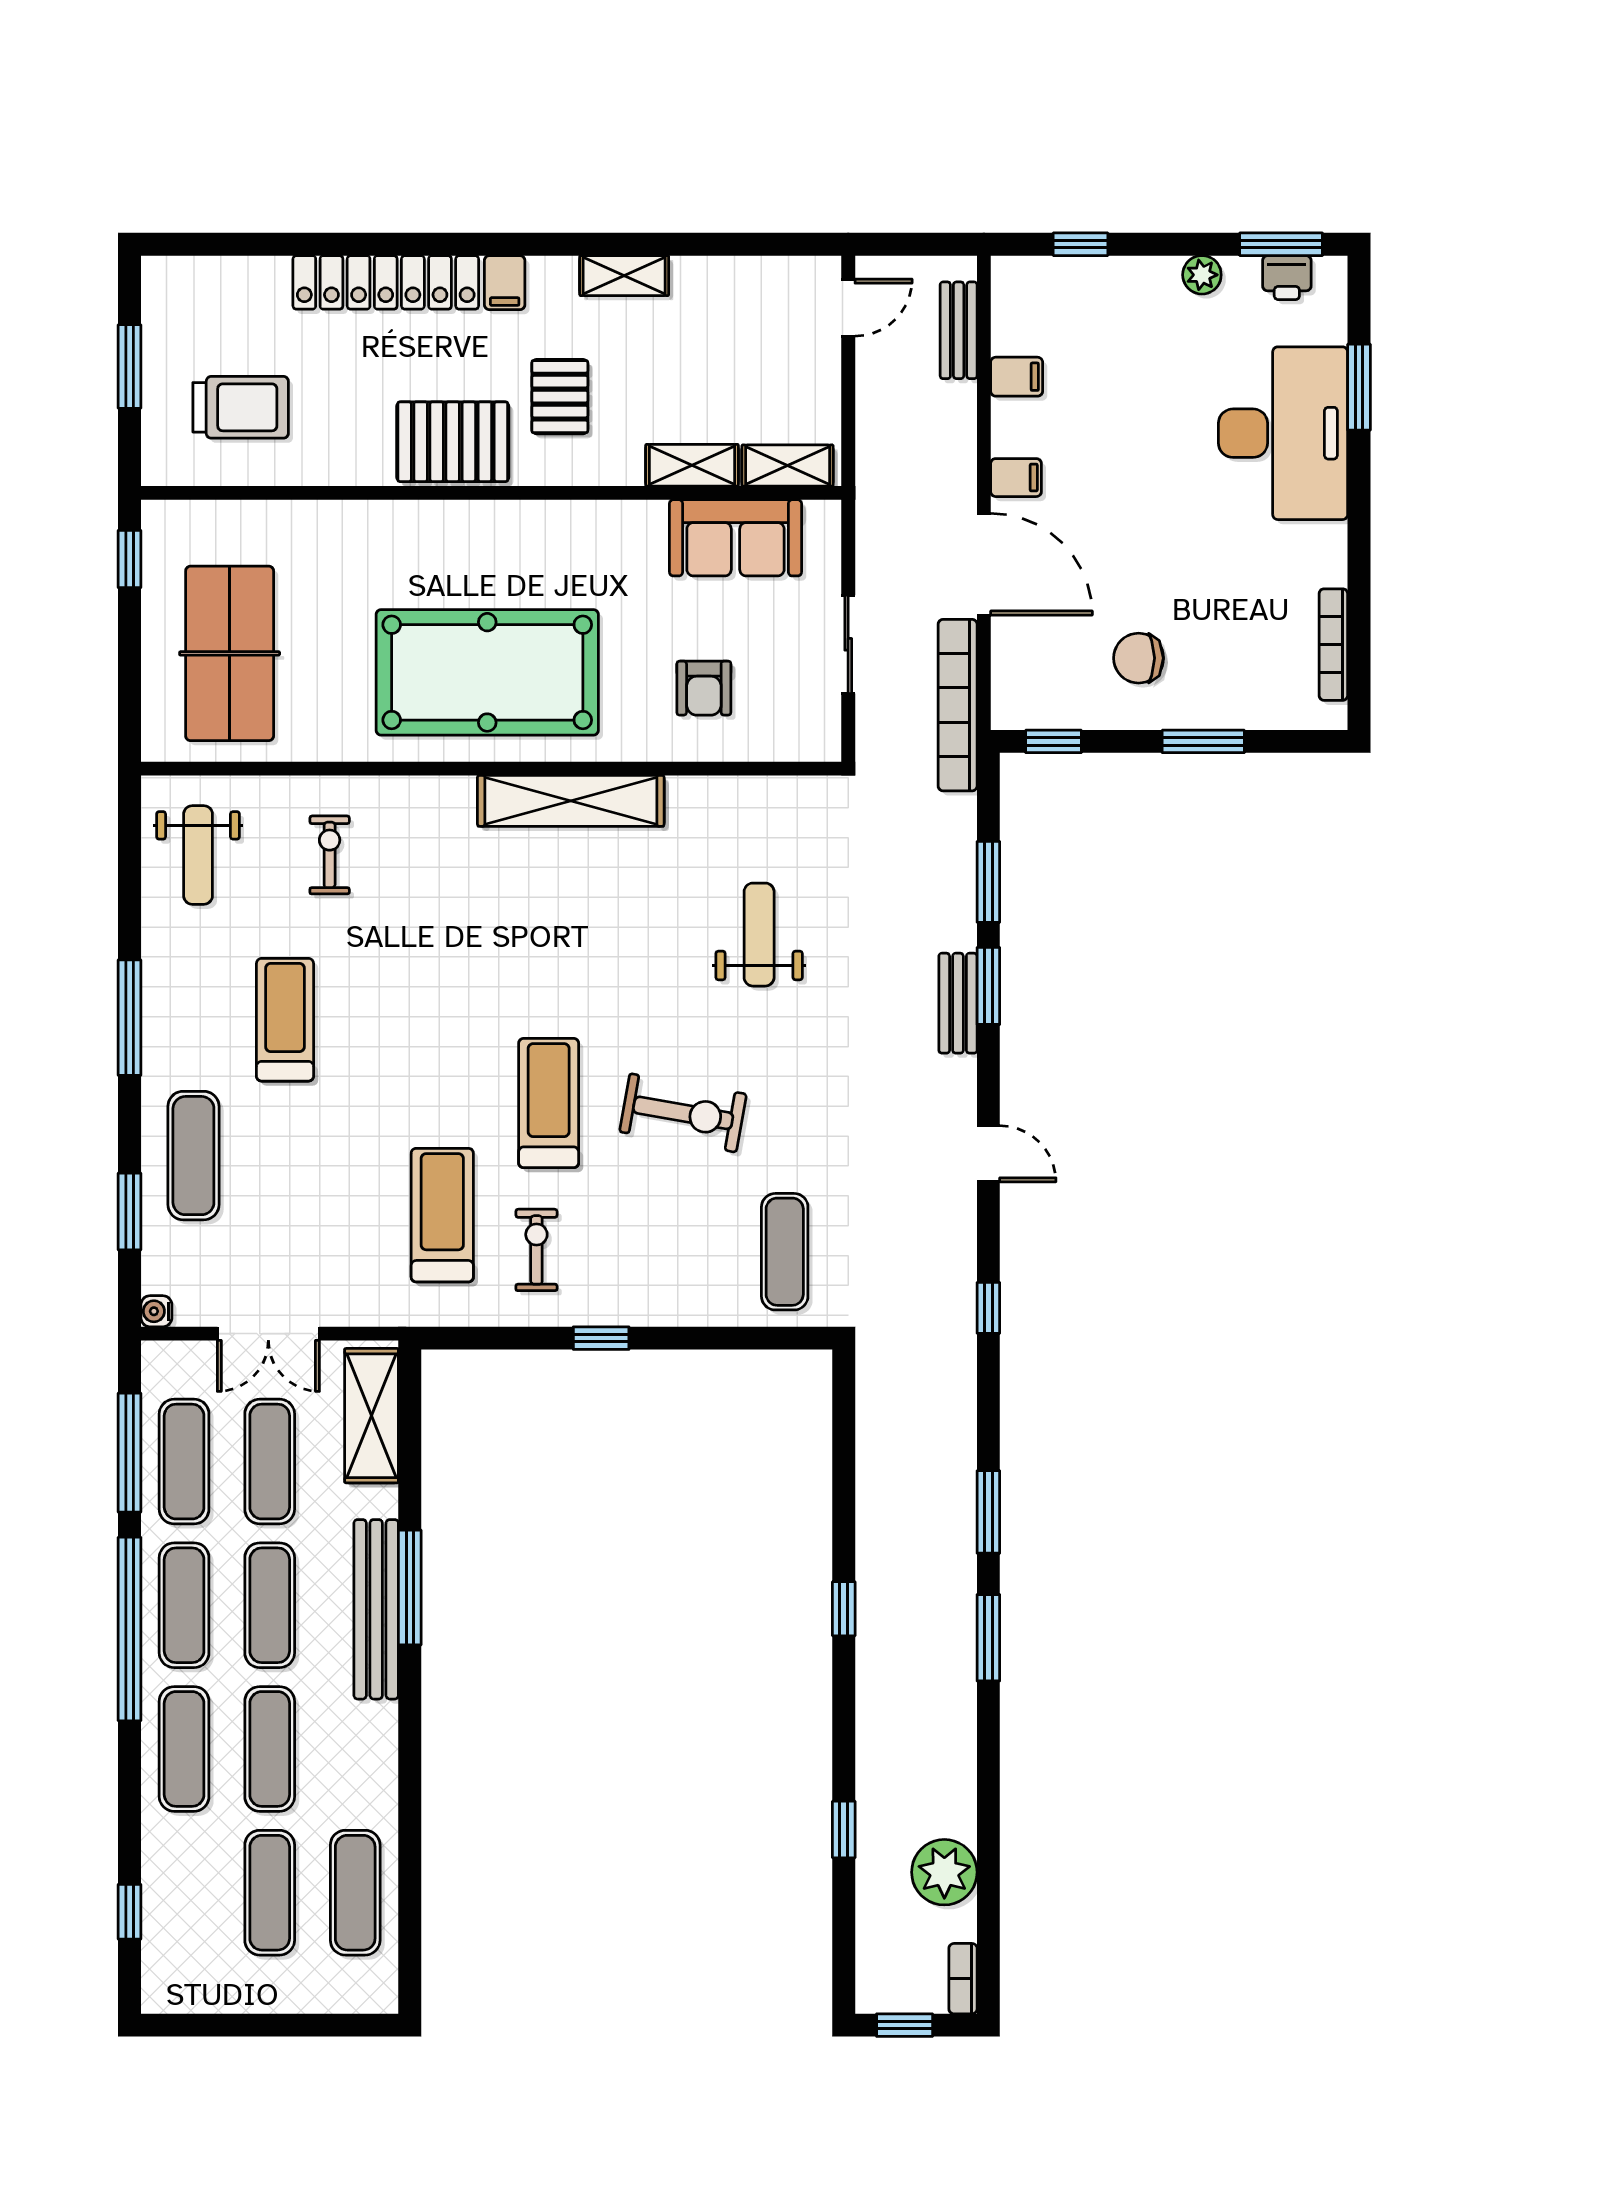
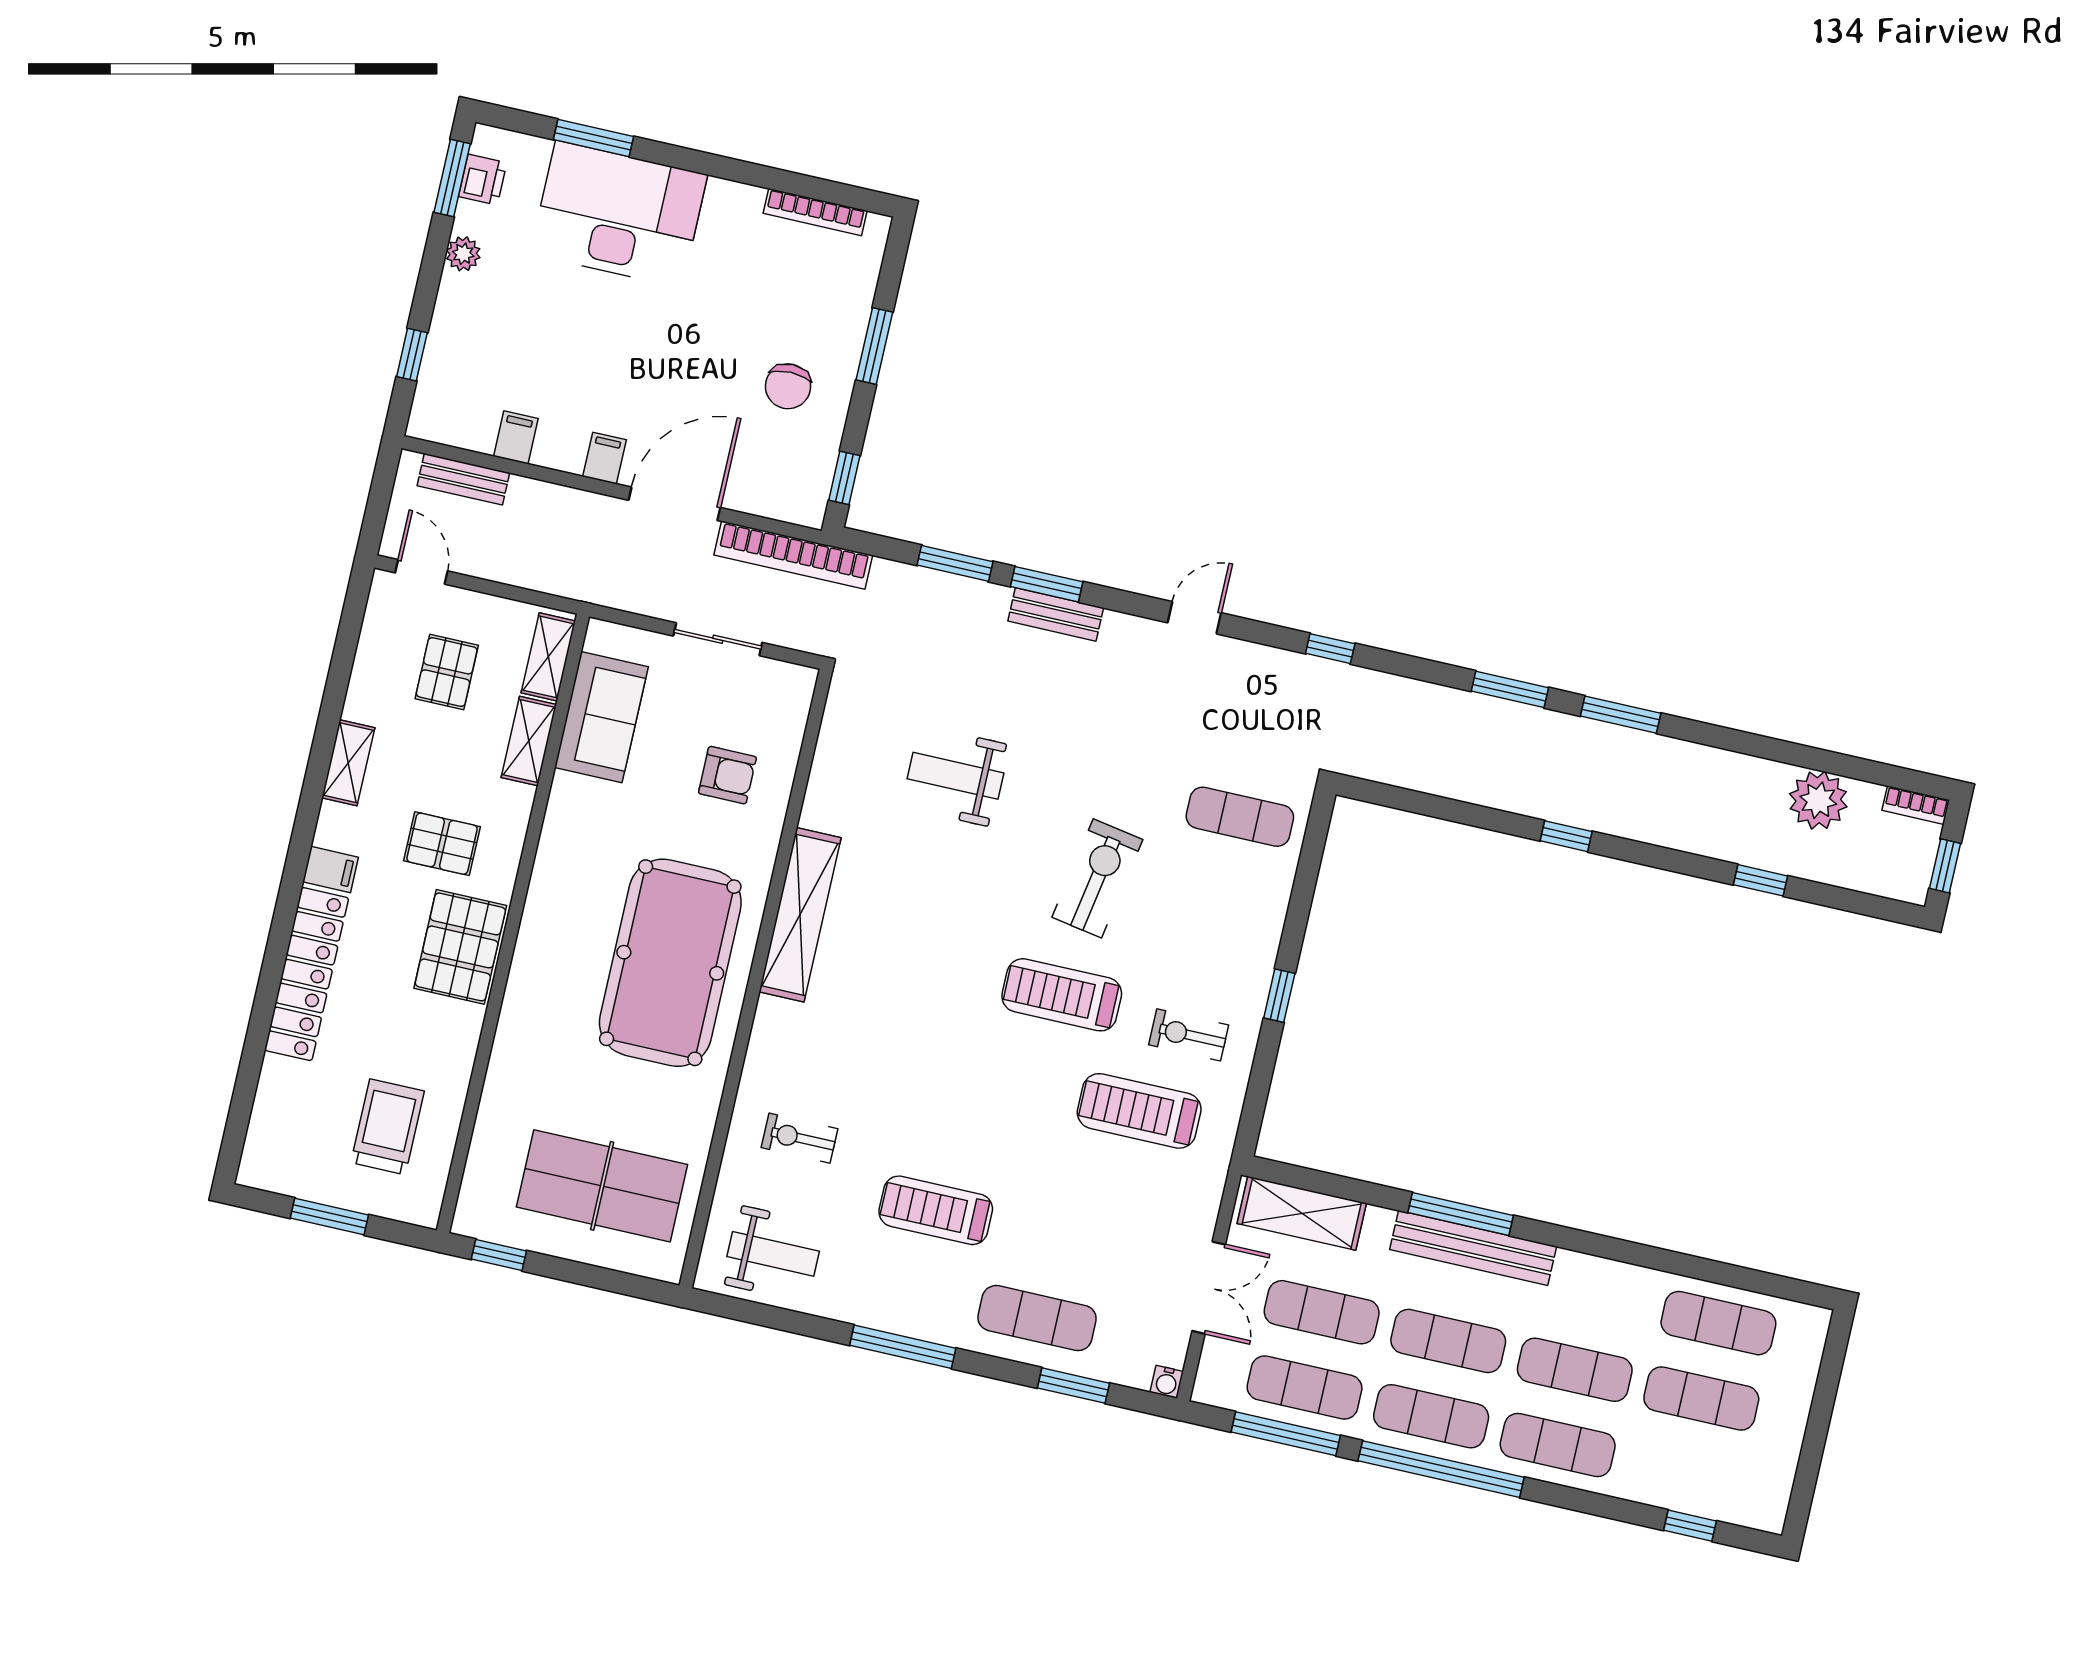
pallet: (746, 360) -> (447, 672), added

